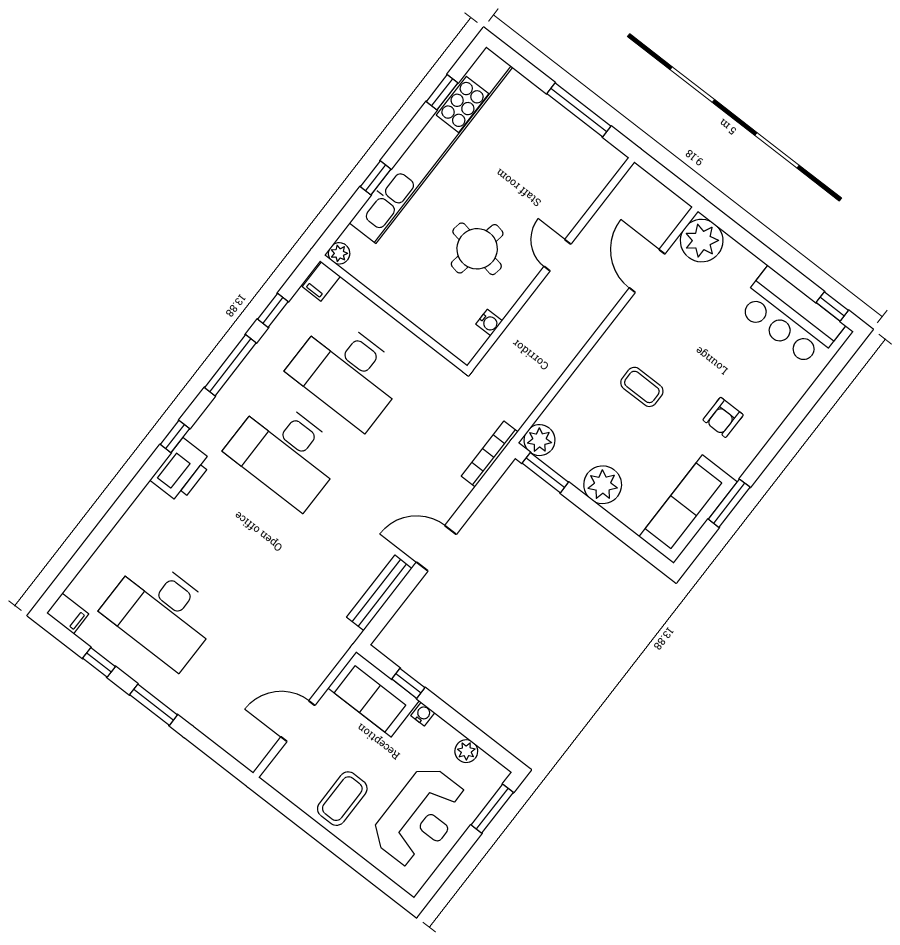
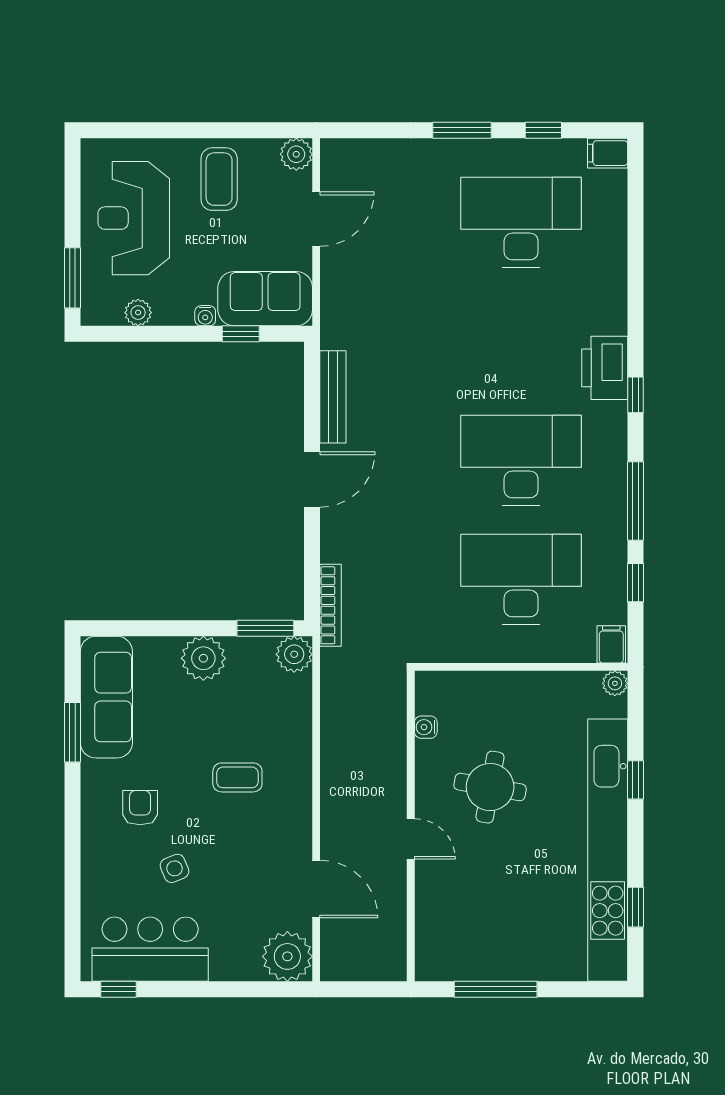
side table: (732, 359) -> (175, 868), added
plant: (277, 775) -> (296, 154), added

